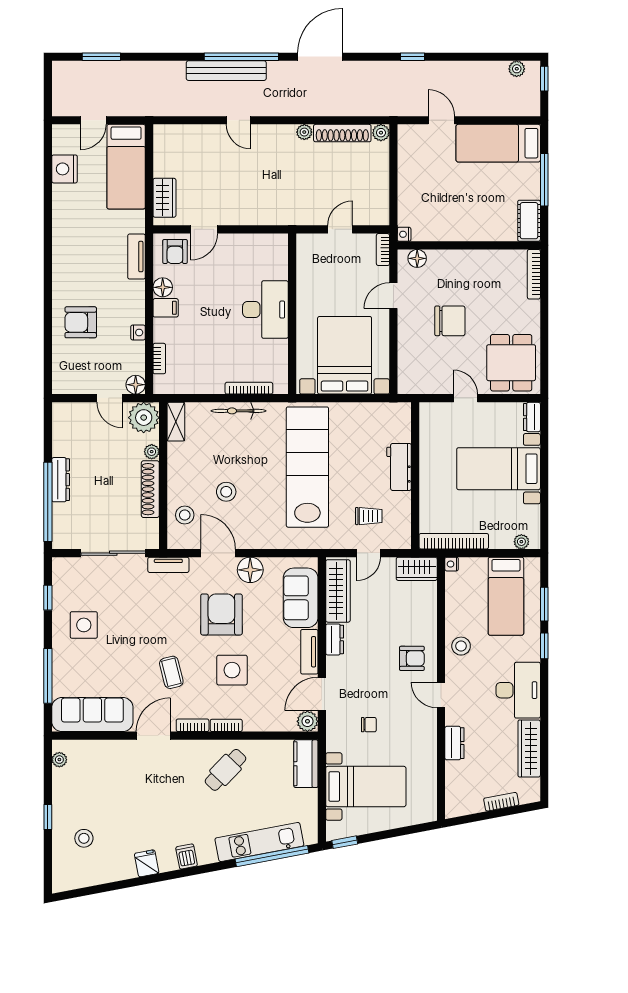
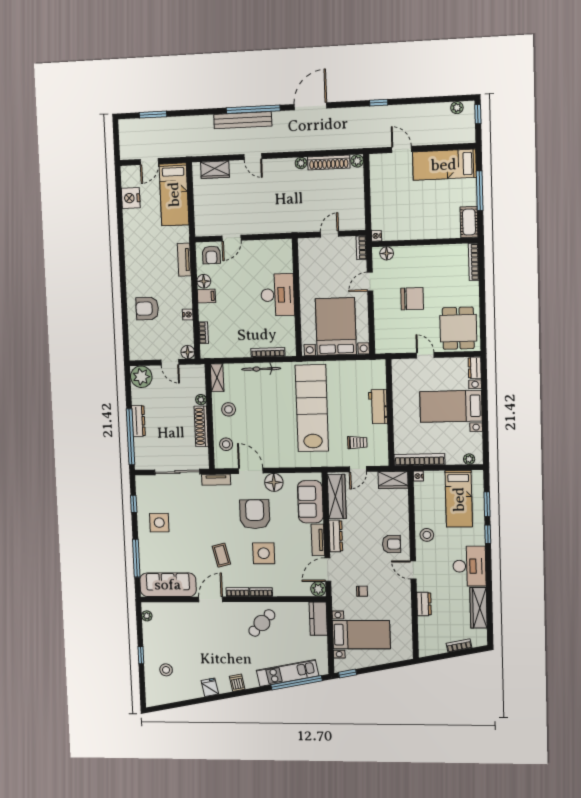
wardrobe: (164, 198) -> (215, 170), moved, turned 90
plant: (144, 418) -> (141, 377), moved
stool: (226, 492) -> (229, 409), moved
dresser: (335, 639) -> (336, 536), width x1.44

